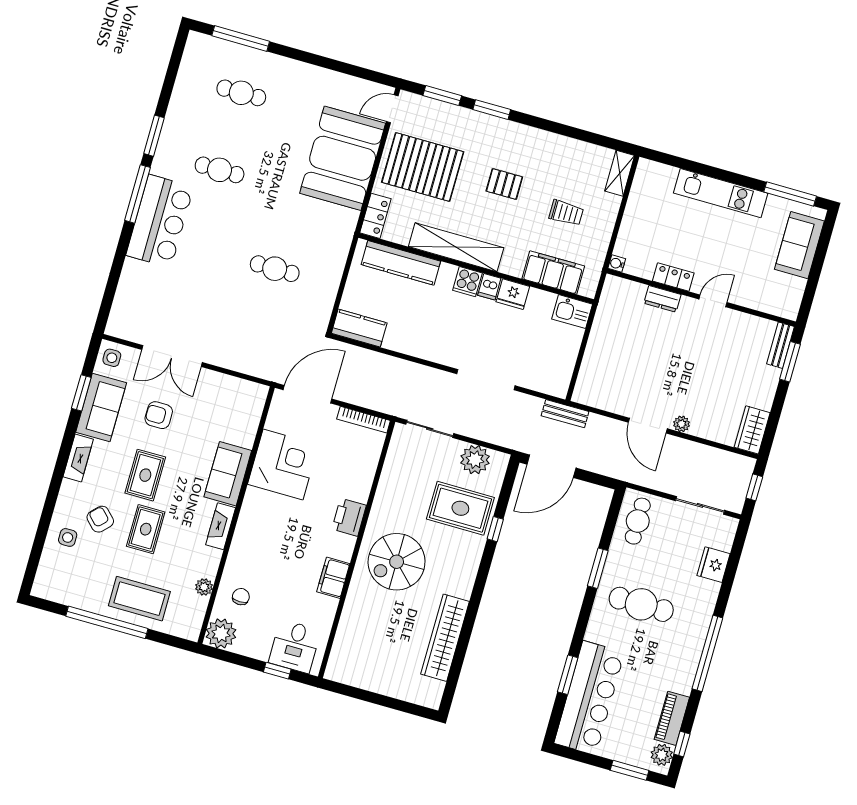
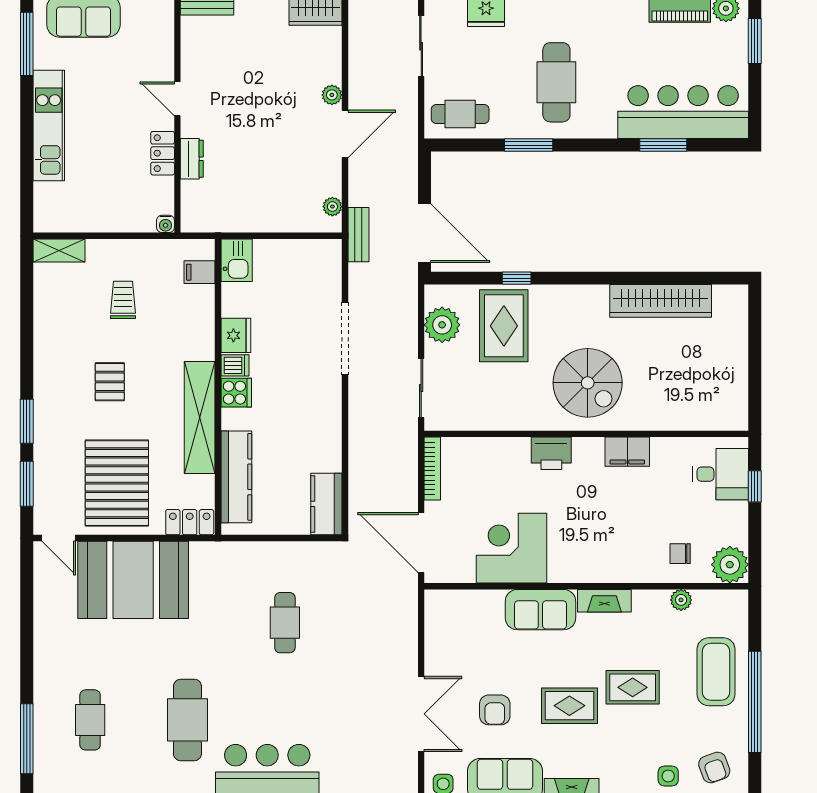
cafe table: (220, 170) -> (187, 720), width x1.37, depth x1.35
filing cabinet: (553, 272) -> (200, 272), width x0.33, depth x0.86
plant: (593, 399) -> (332, 207), added
armchair: (100, 519) -> (714, 768), moved, turned -65

